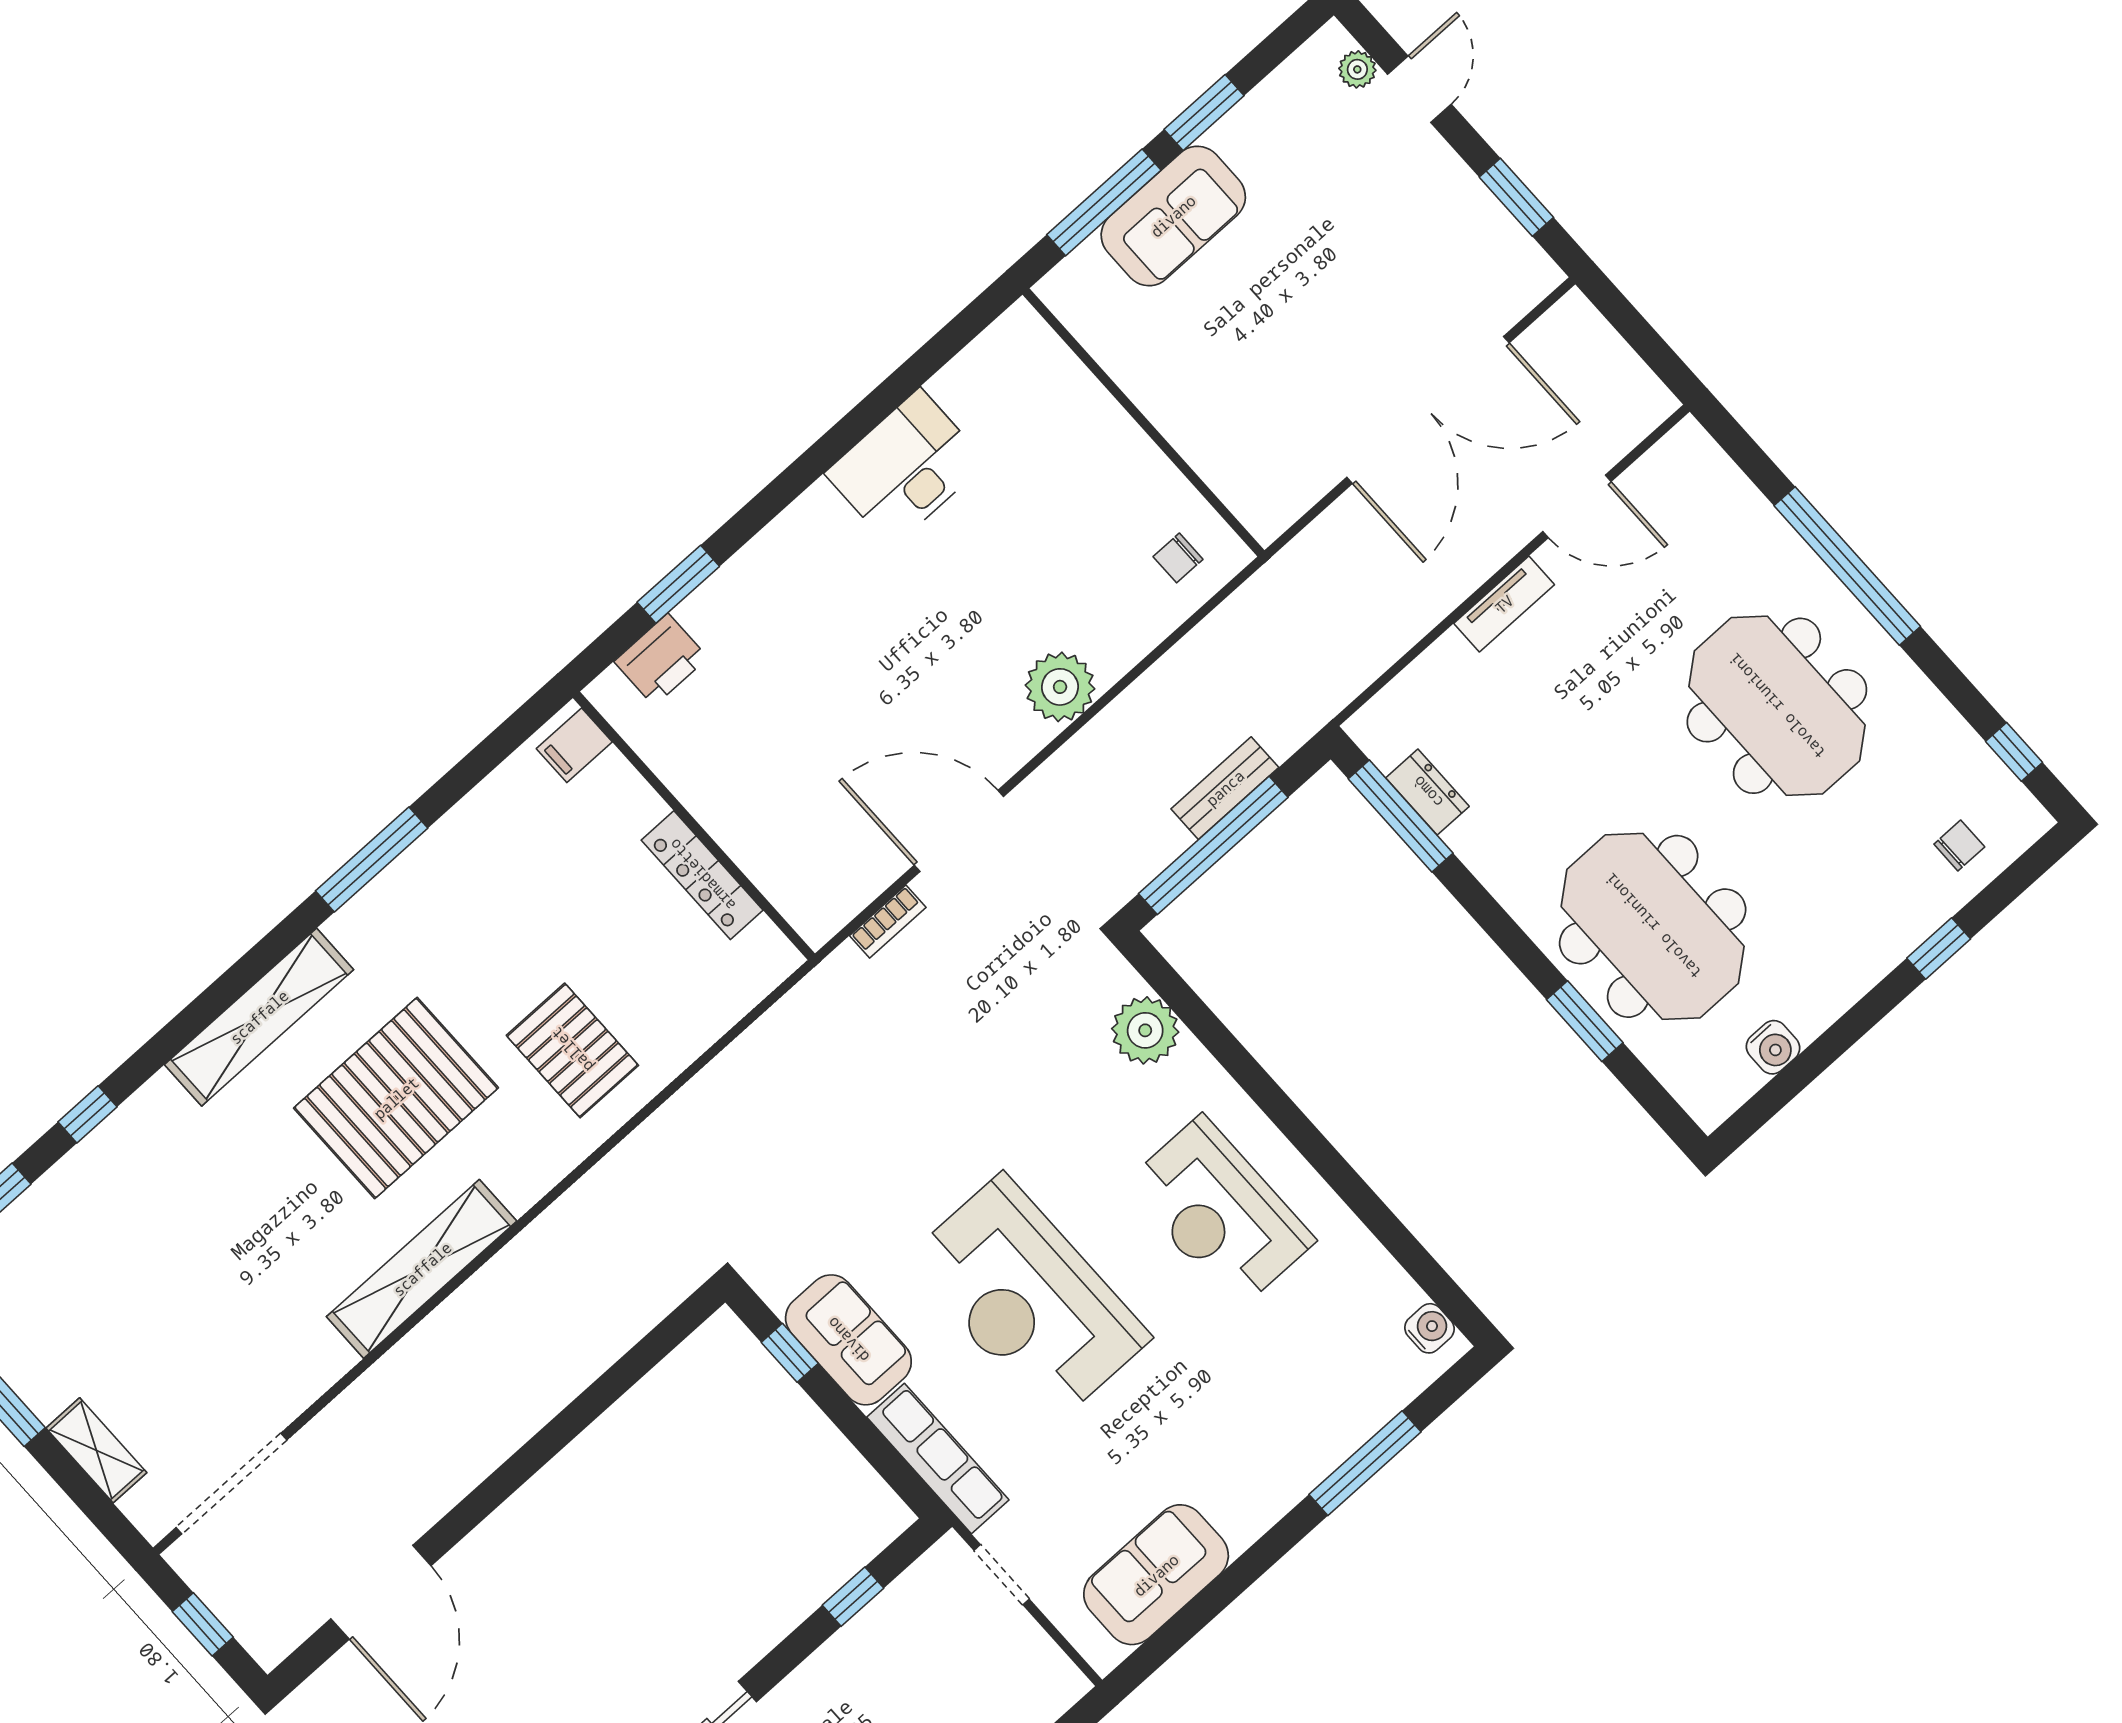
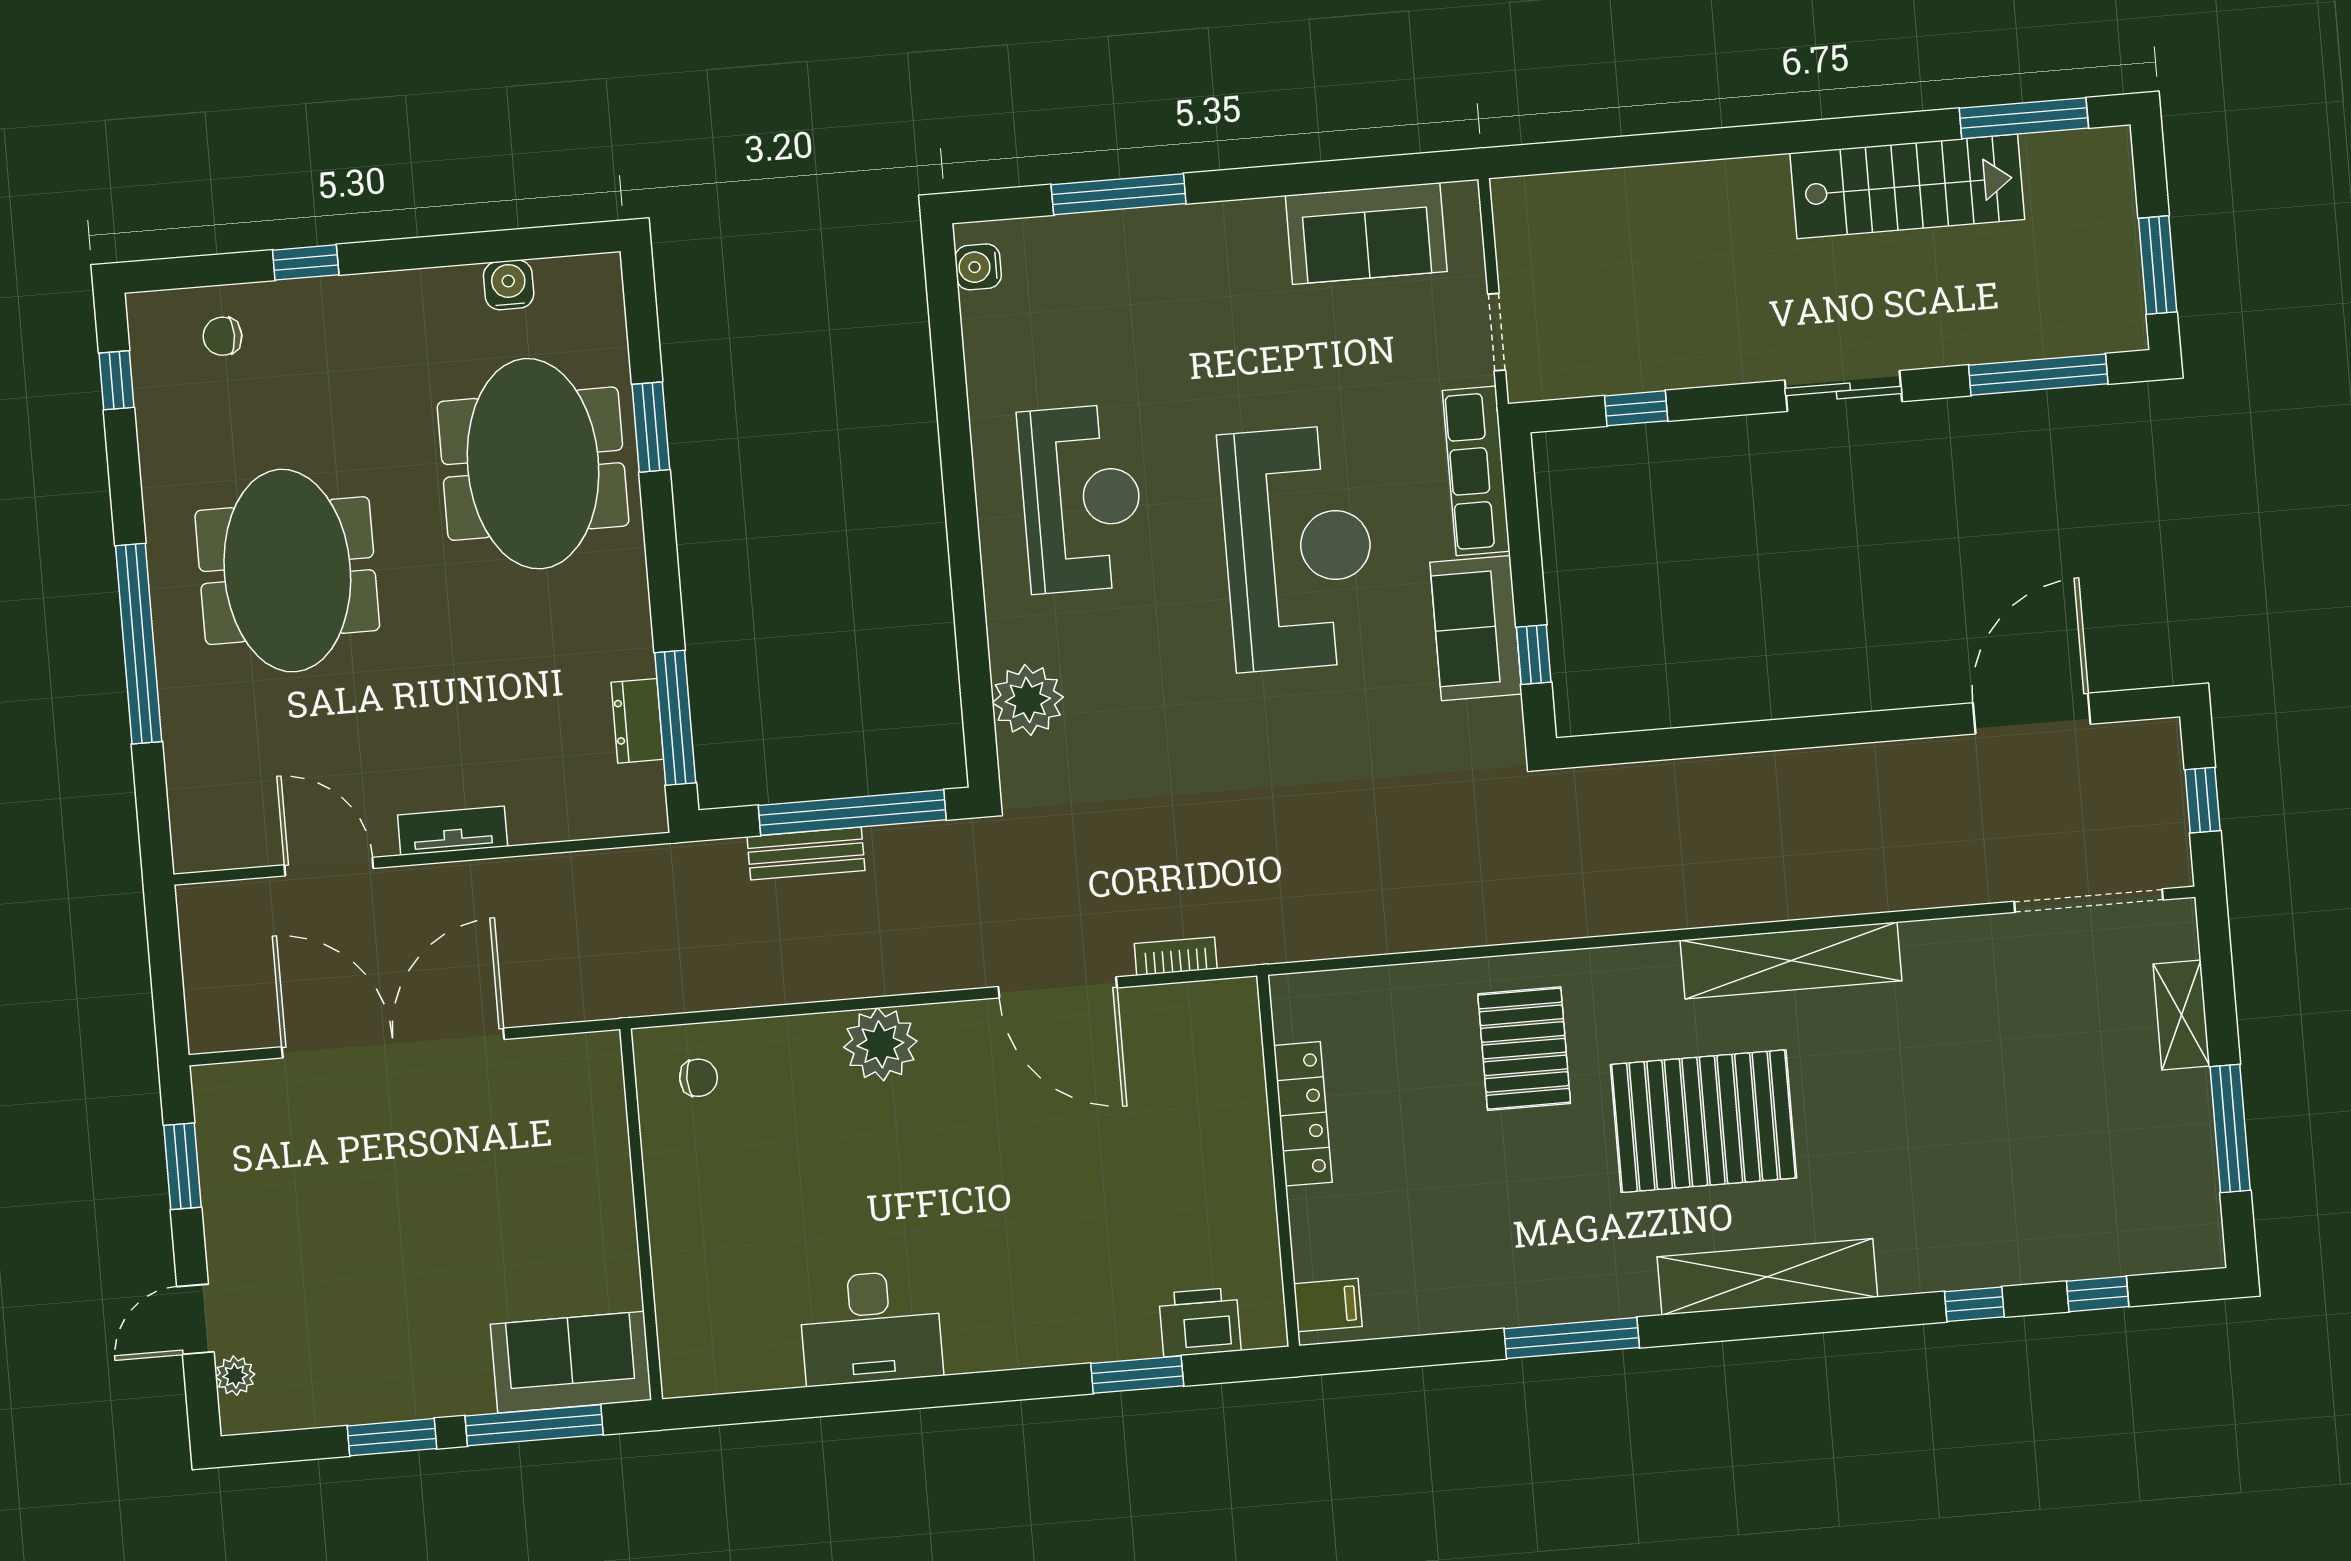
sofa: (1173, 216) -> (571, 1362), moved

